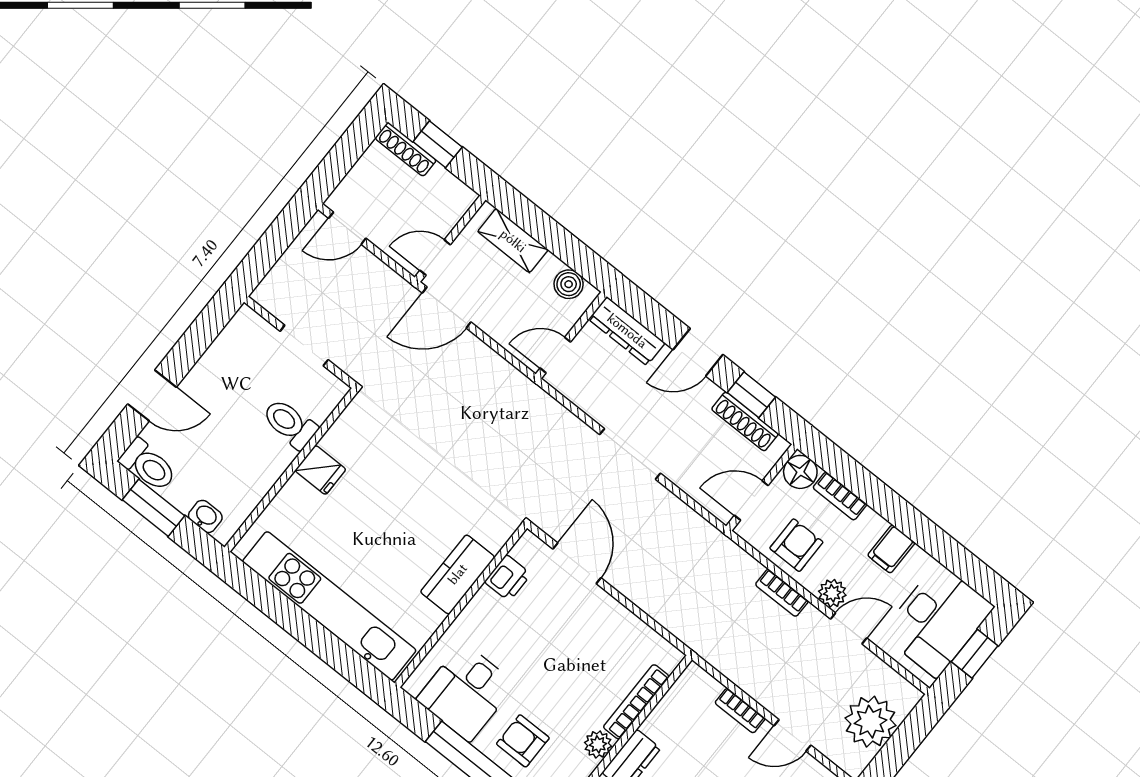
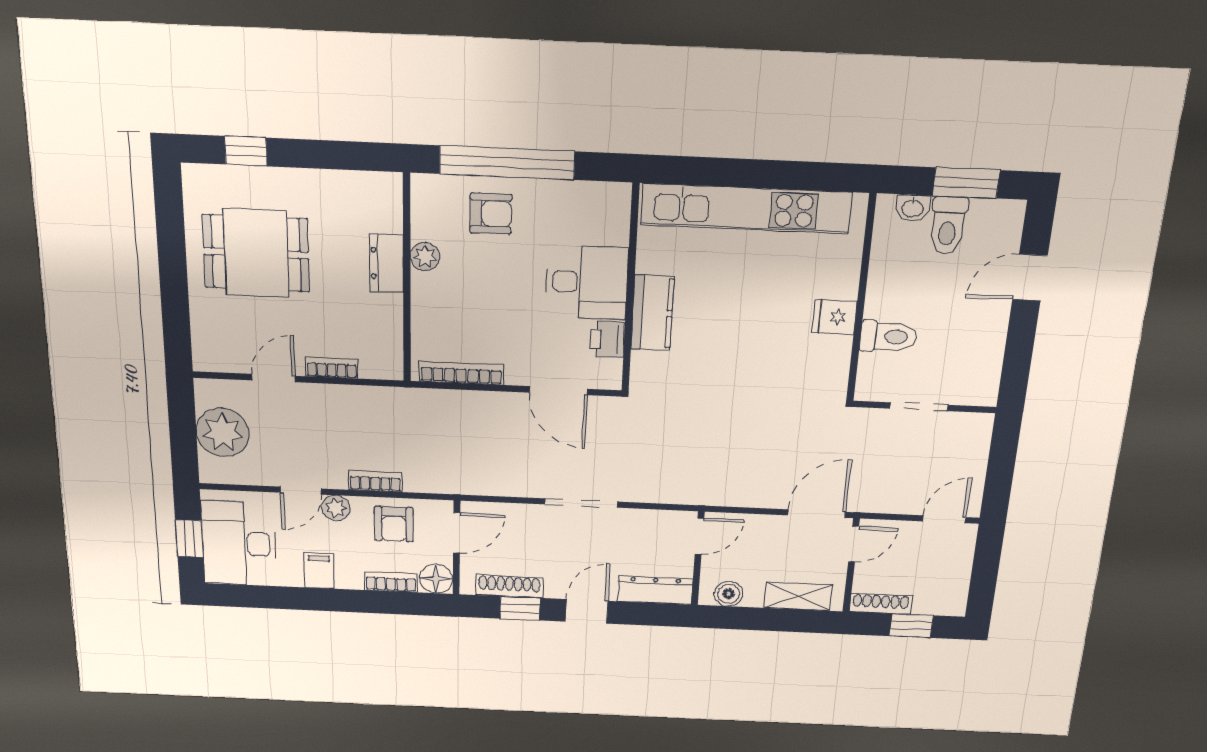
shoe rack: (406, 149) -> (881, 604), moved
toilet: (148, 465) -> (948, 225), moved, turned -90
desk: (466, 692) -> (587, 282), moved, turned 90
bookcase: (636, 702) -> (461, 373), moved, turned -90

